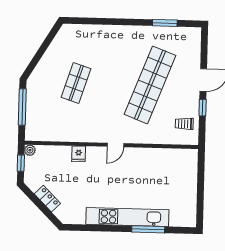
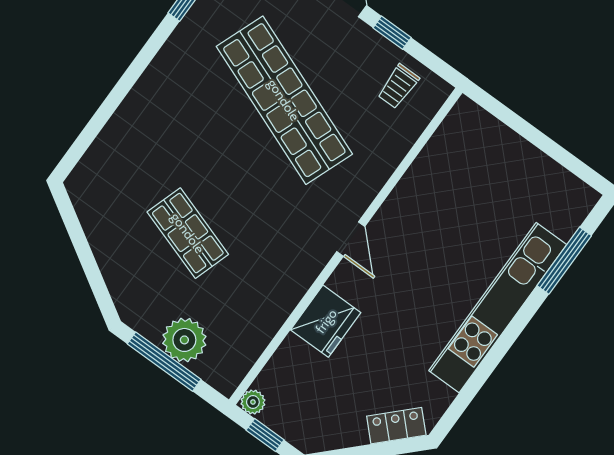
plant: (36, 109) -> (184, 340), added
fridge: (79, 154) -> (326, 321), width x1.88, depth x1.34
locker: (47, 199) -> (396, 426), moved
window: (148, 229) -> (564, 261), moved

